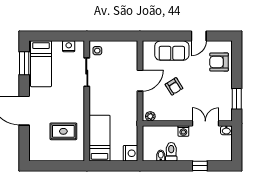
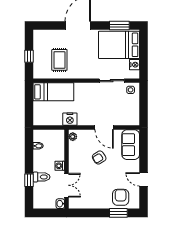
sofa: (172, 51) -> (131, 145), moved
bed: (41, 64) -> (119, 45), width x1.50
window: (237, 99) -> (118, 213), moved
toilet: (171, 152) -> (41, 177), moved
nightstand: (130, 153) -> (70, 119), moved
window: (59, 166) -> (29, 56), added

